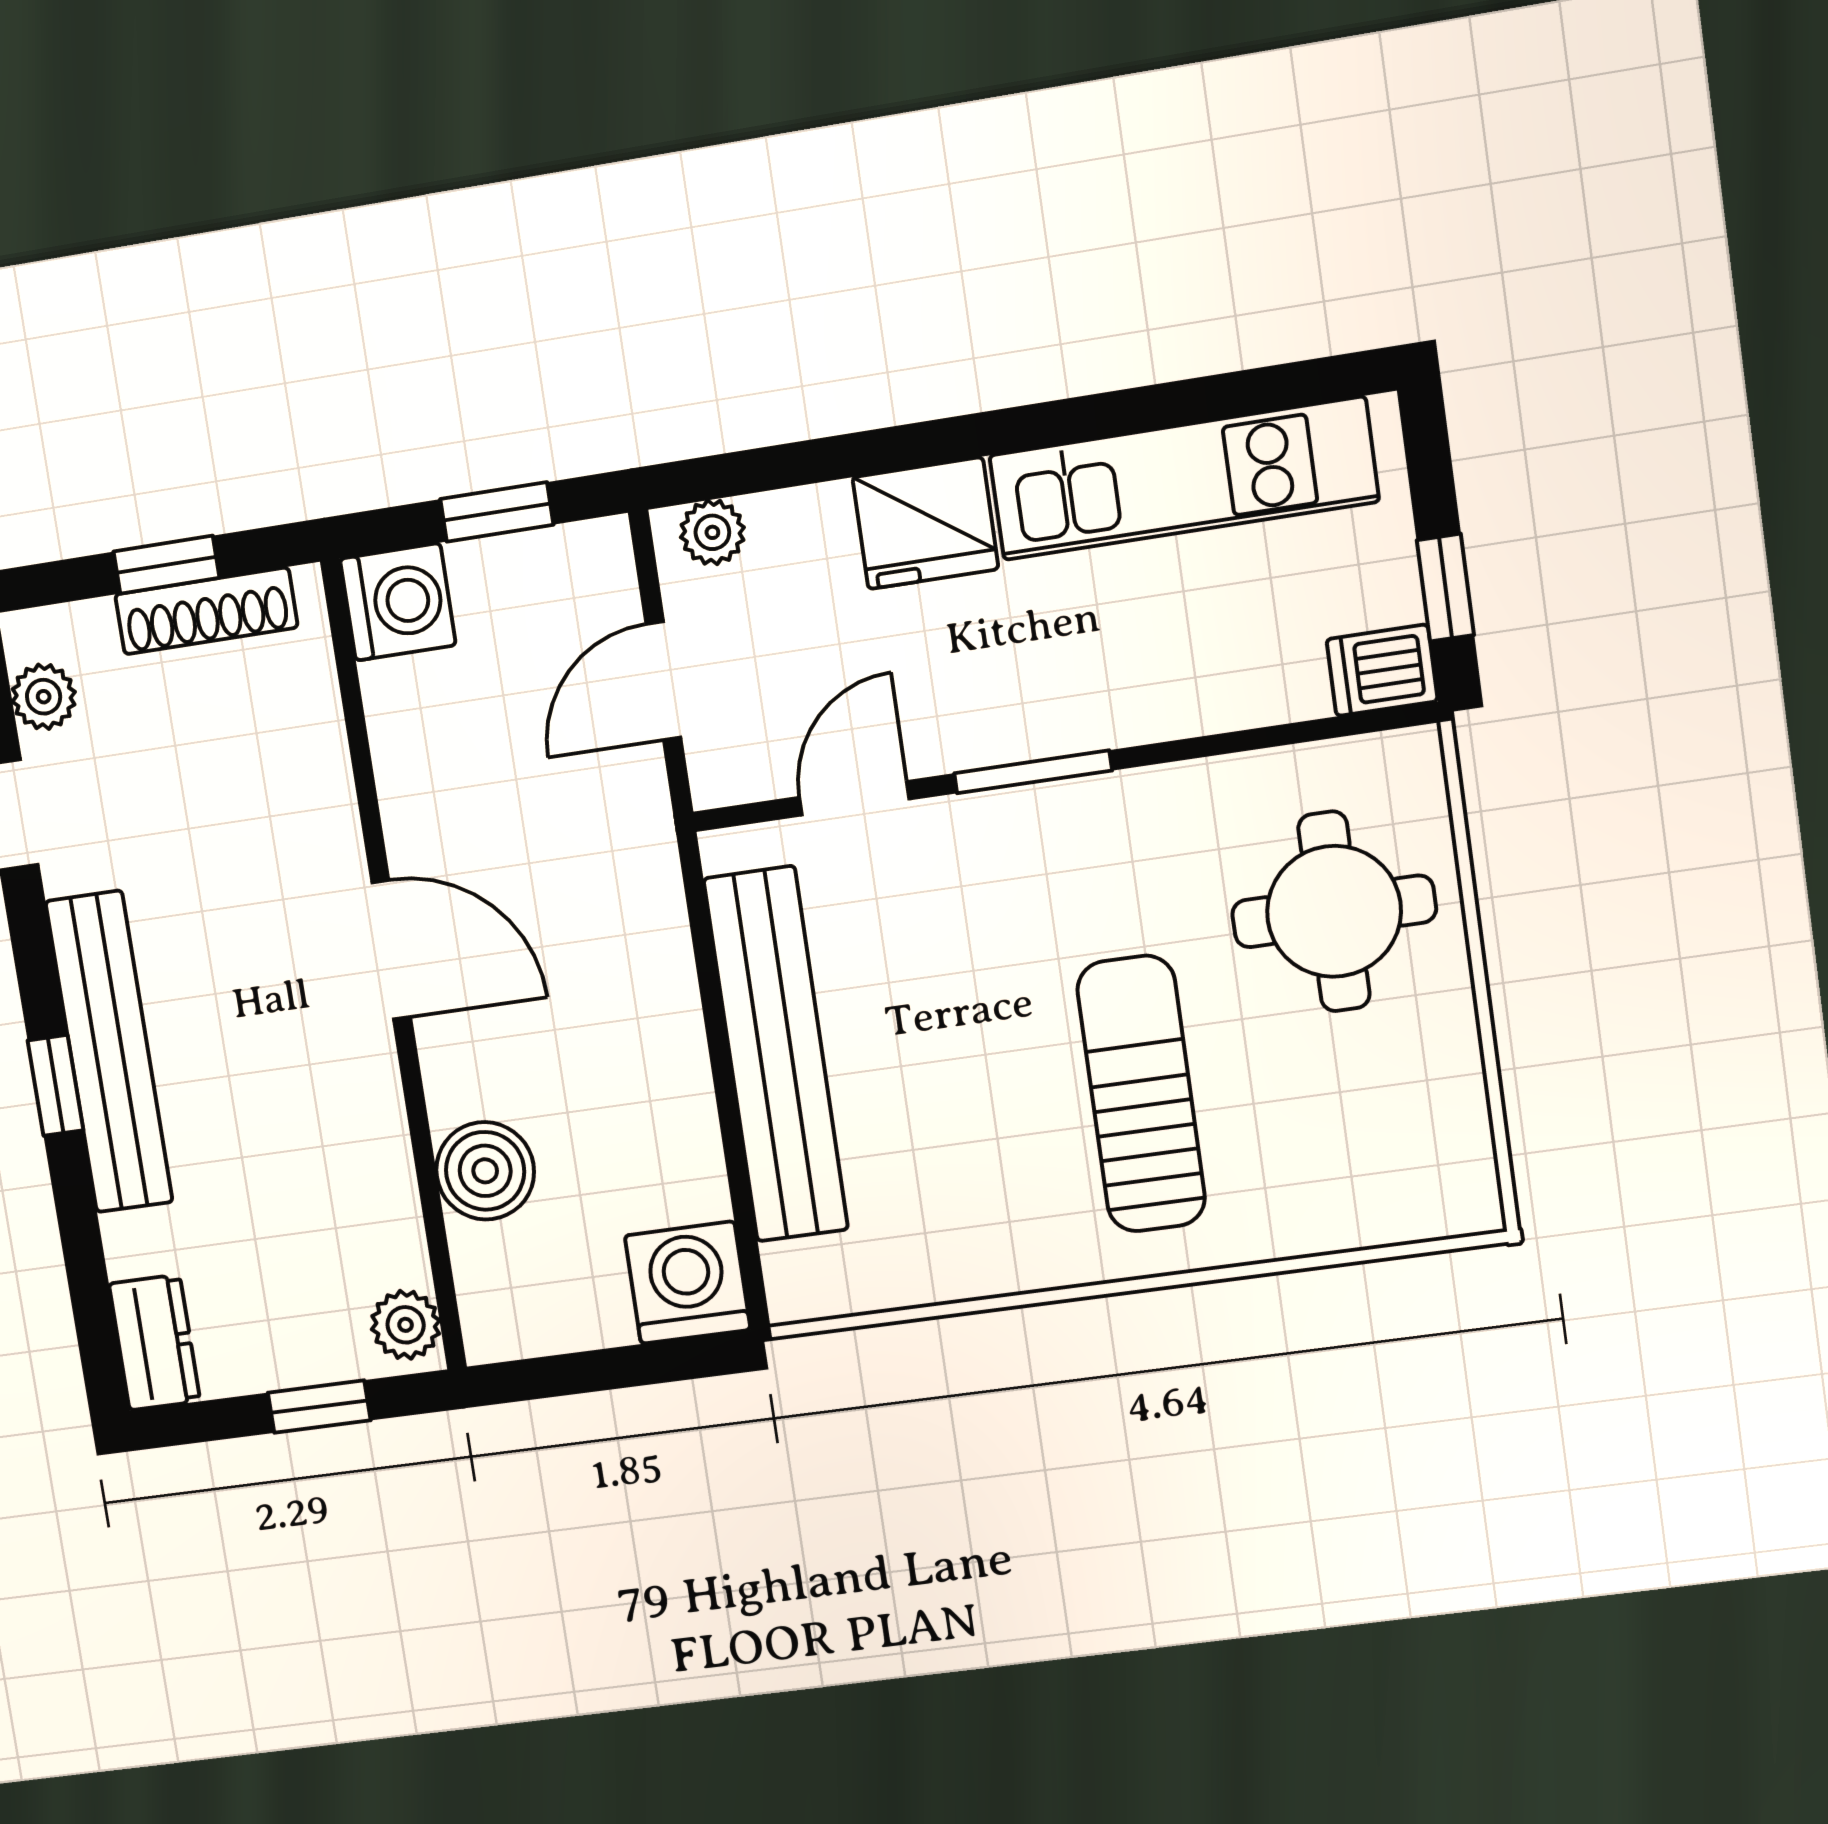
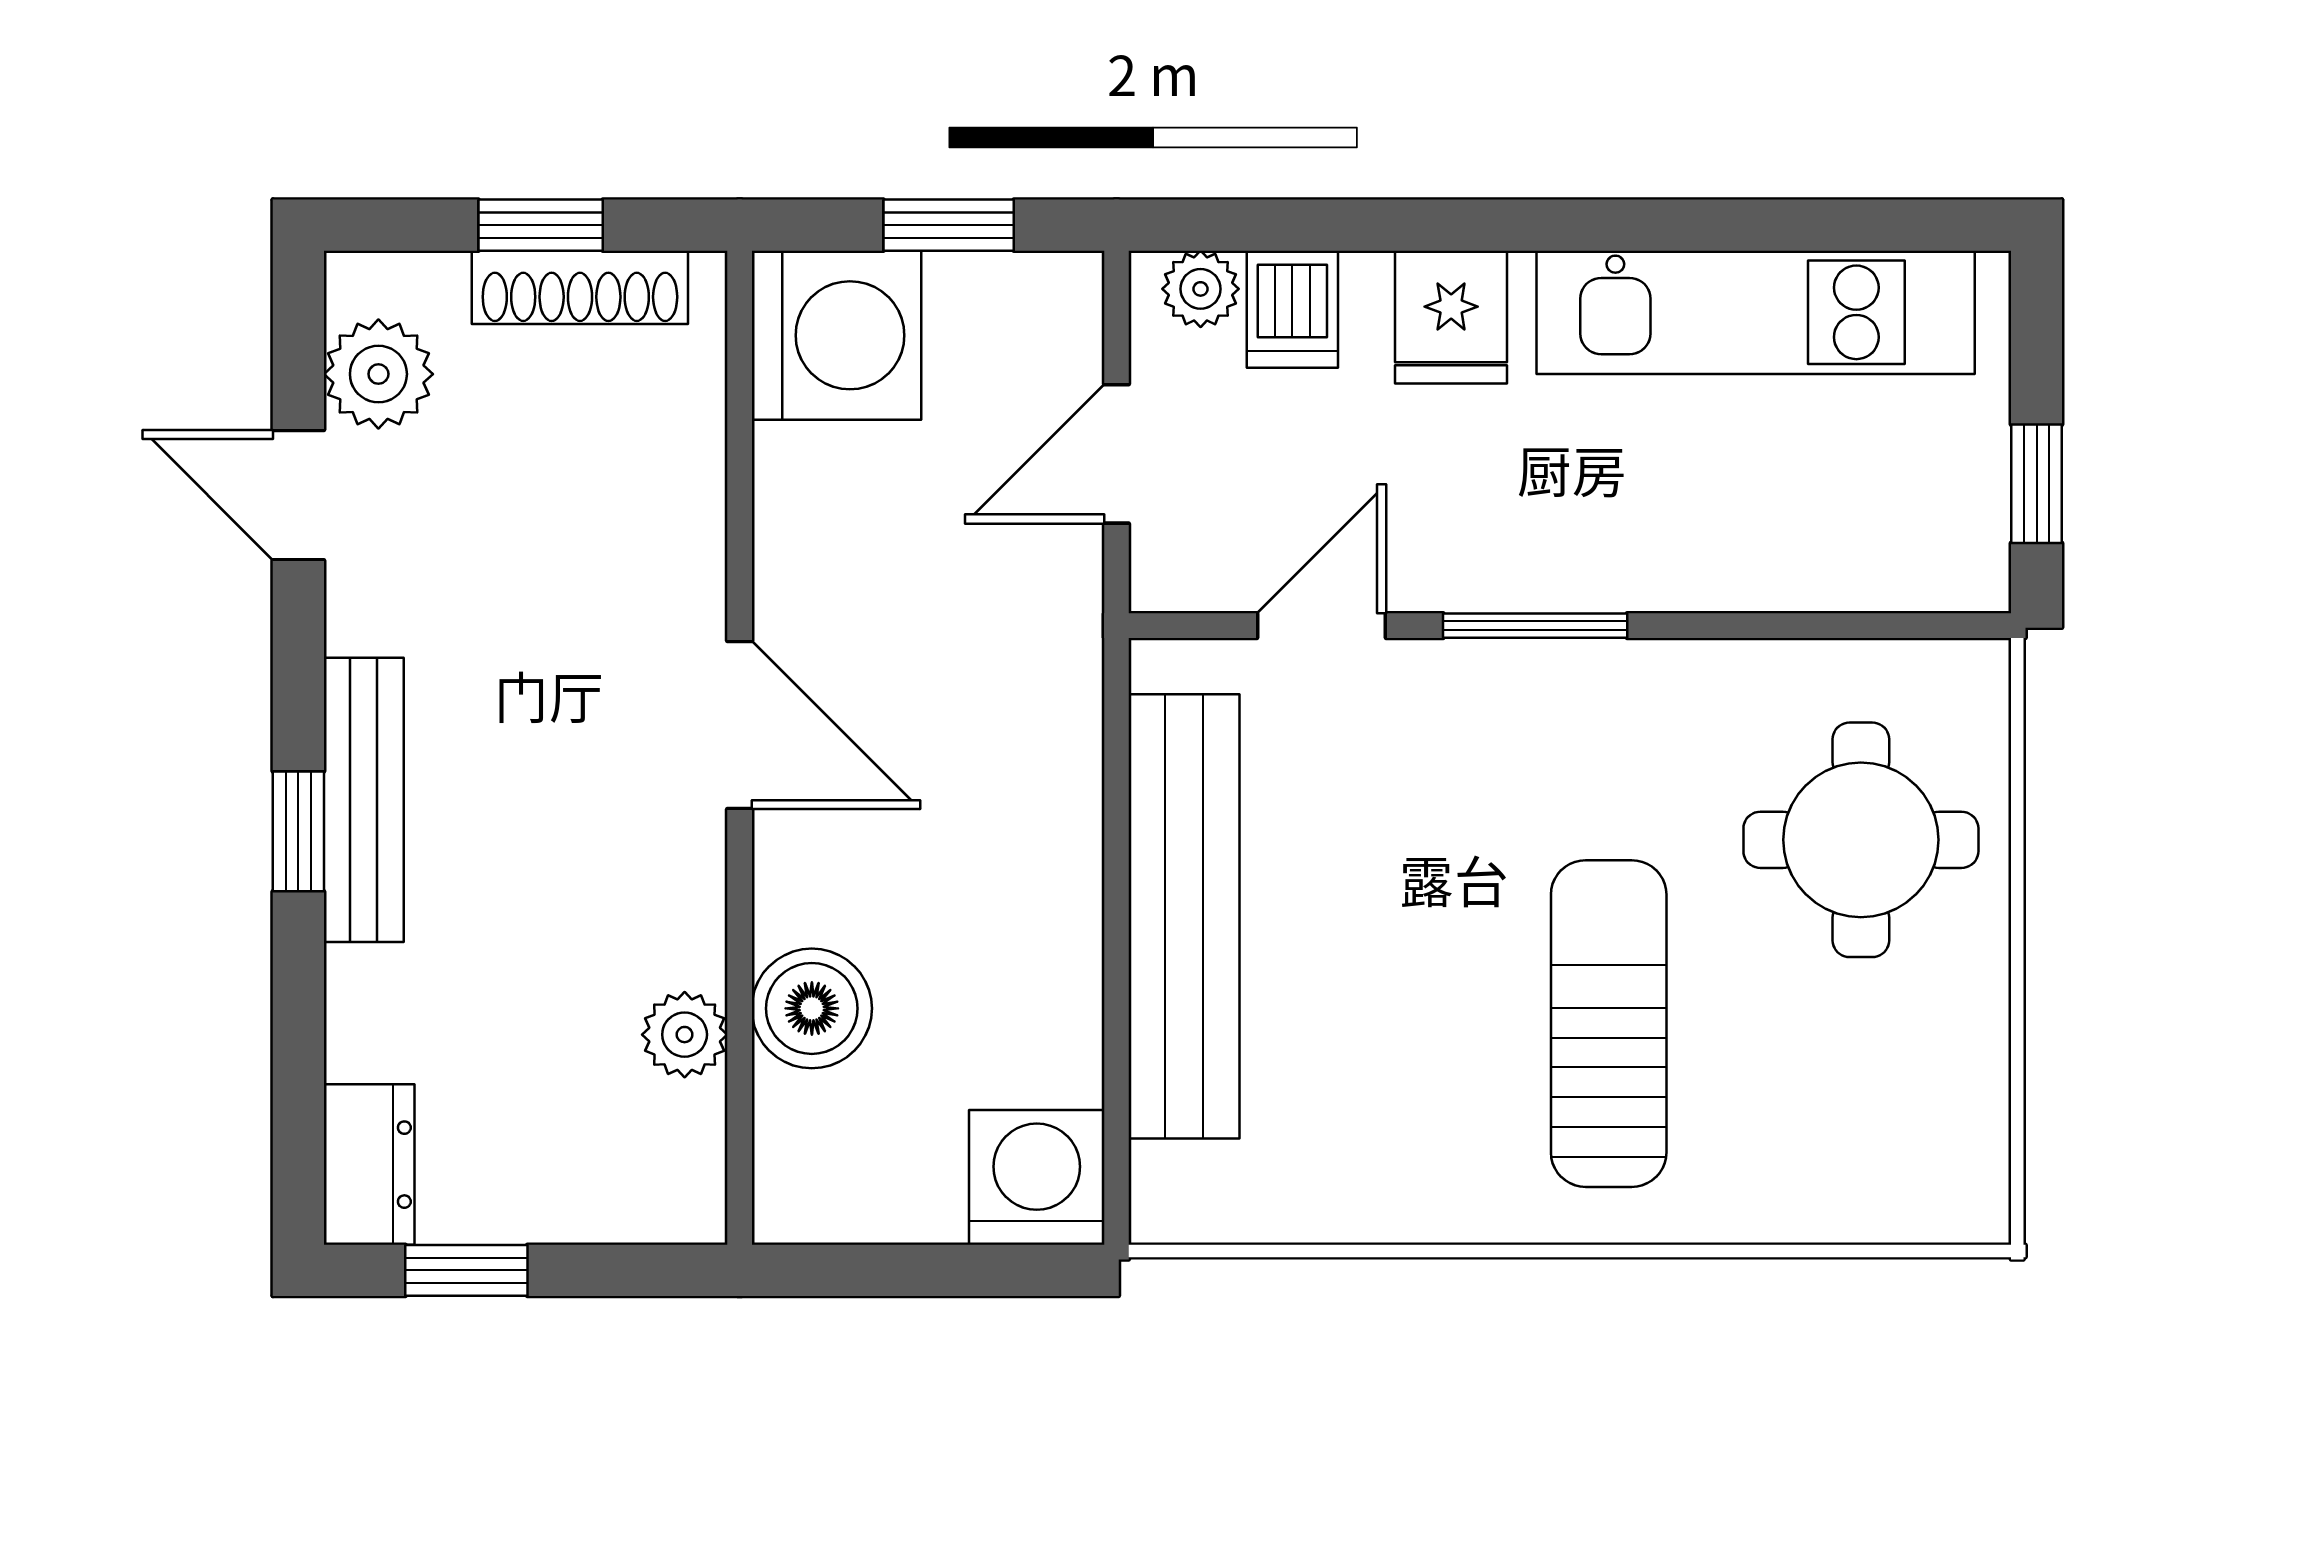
fridge: (925, 523) -> (1451, 317), width x0.72
washing machine: (398, 602) -> (836, 335), width x1.37, depth x1.37
dishwasher: (1382, 670) -> (1292, 309), moved, turned -90
plant: (44, 697) -> (378, 374), width x1.38, depth x1.38
bench: (109, 1052) -> (364, 800), width x0.73, depth x0.82
plant: (406, 1325) -> (685, 1035), moved
window: (319, 1406) -> (466, 1270), moved

